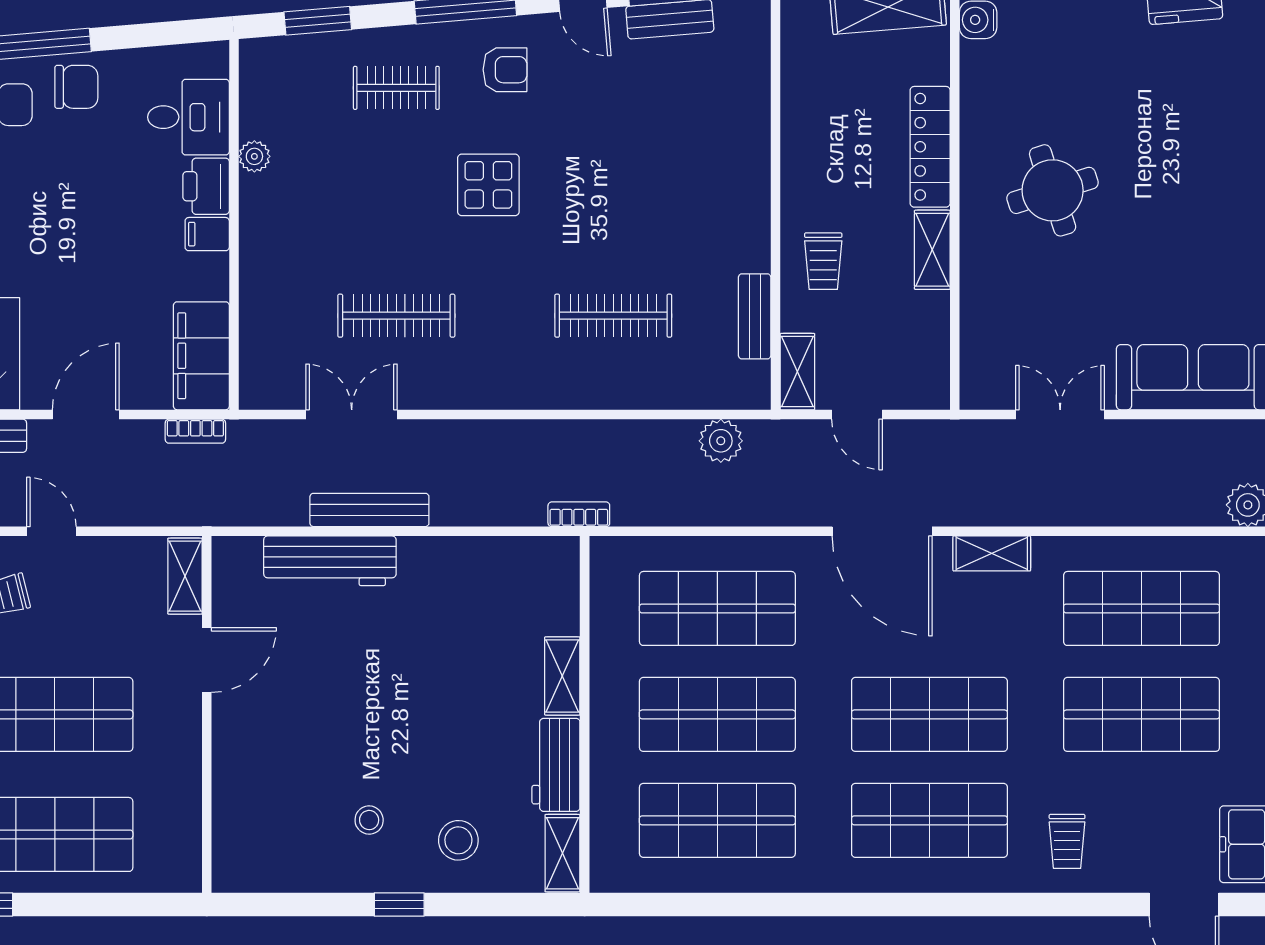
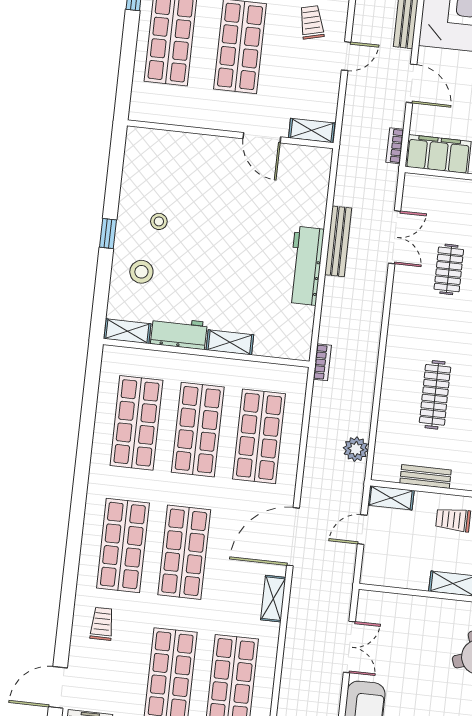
clothes rail: (396, 316) -> (449, 269), width x0.73
workbench: (330, 561) -> (306, 266), moved
trolley: (1067, 841) -> (102, 624), turned 90

